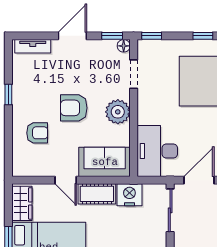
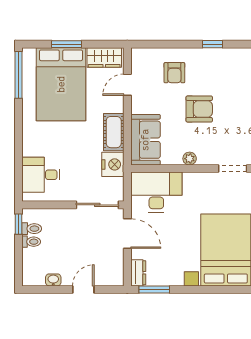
armchair: (74, 108) -> (199, 109), turned 90
plant: (118, 112) -> (190, 159), width x0.53, depth x0.53
door: (66, 180) -> (127, 85), moved

